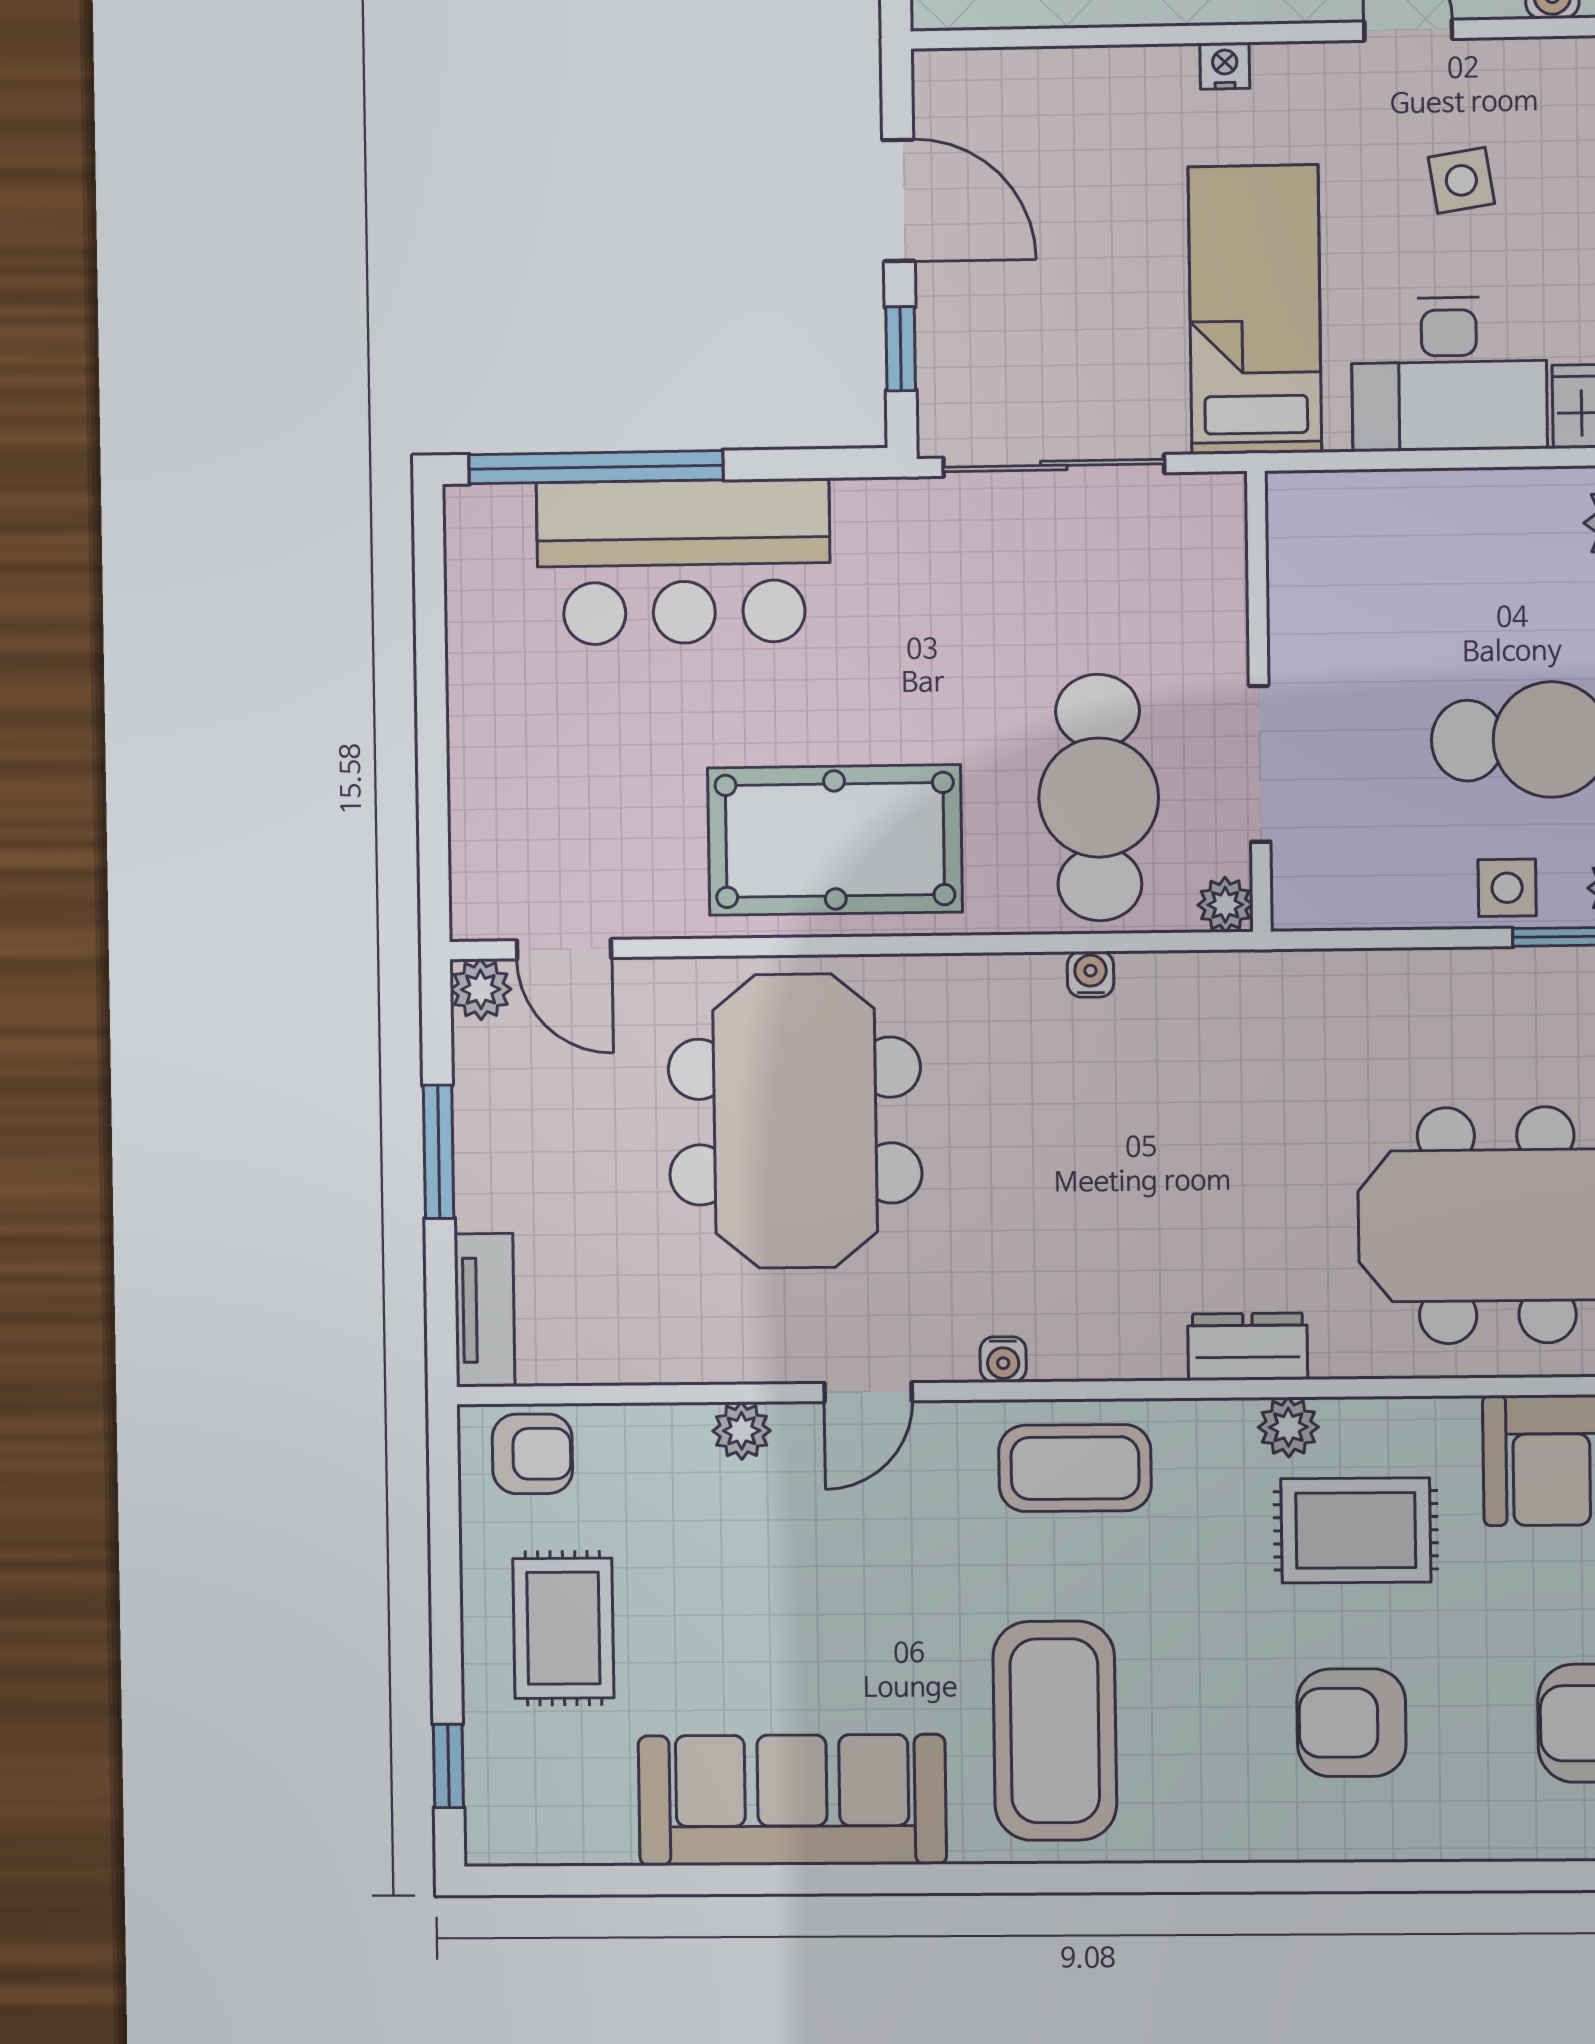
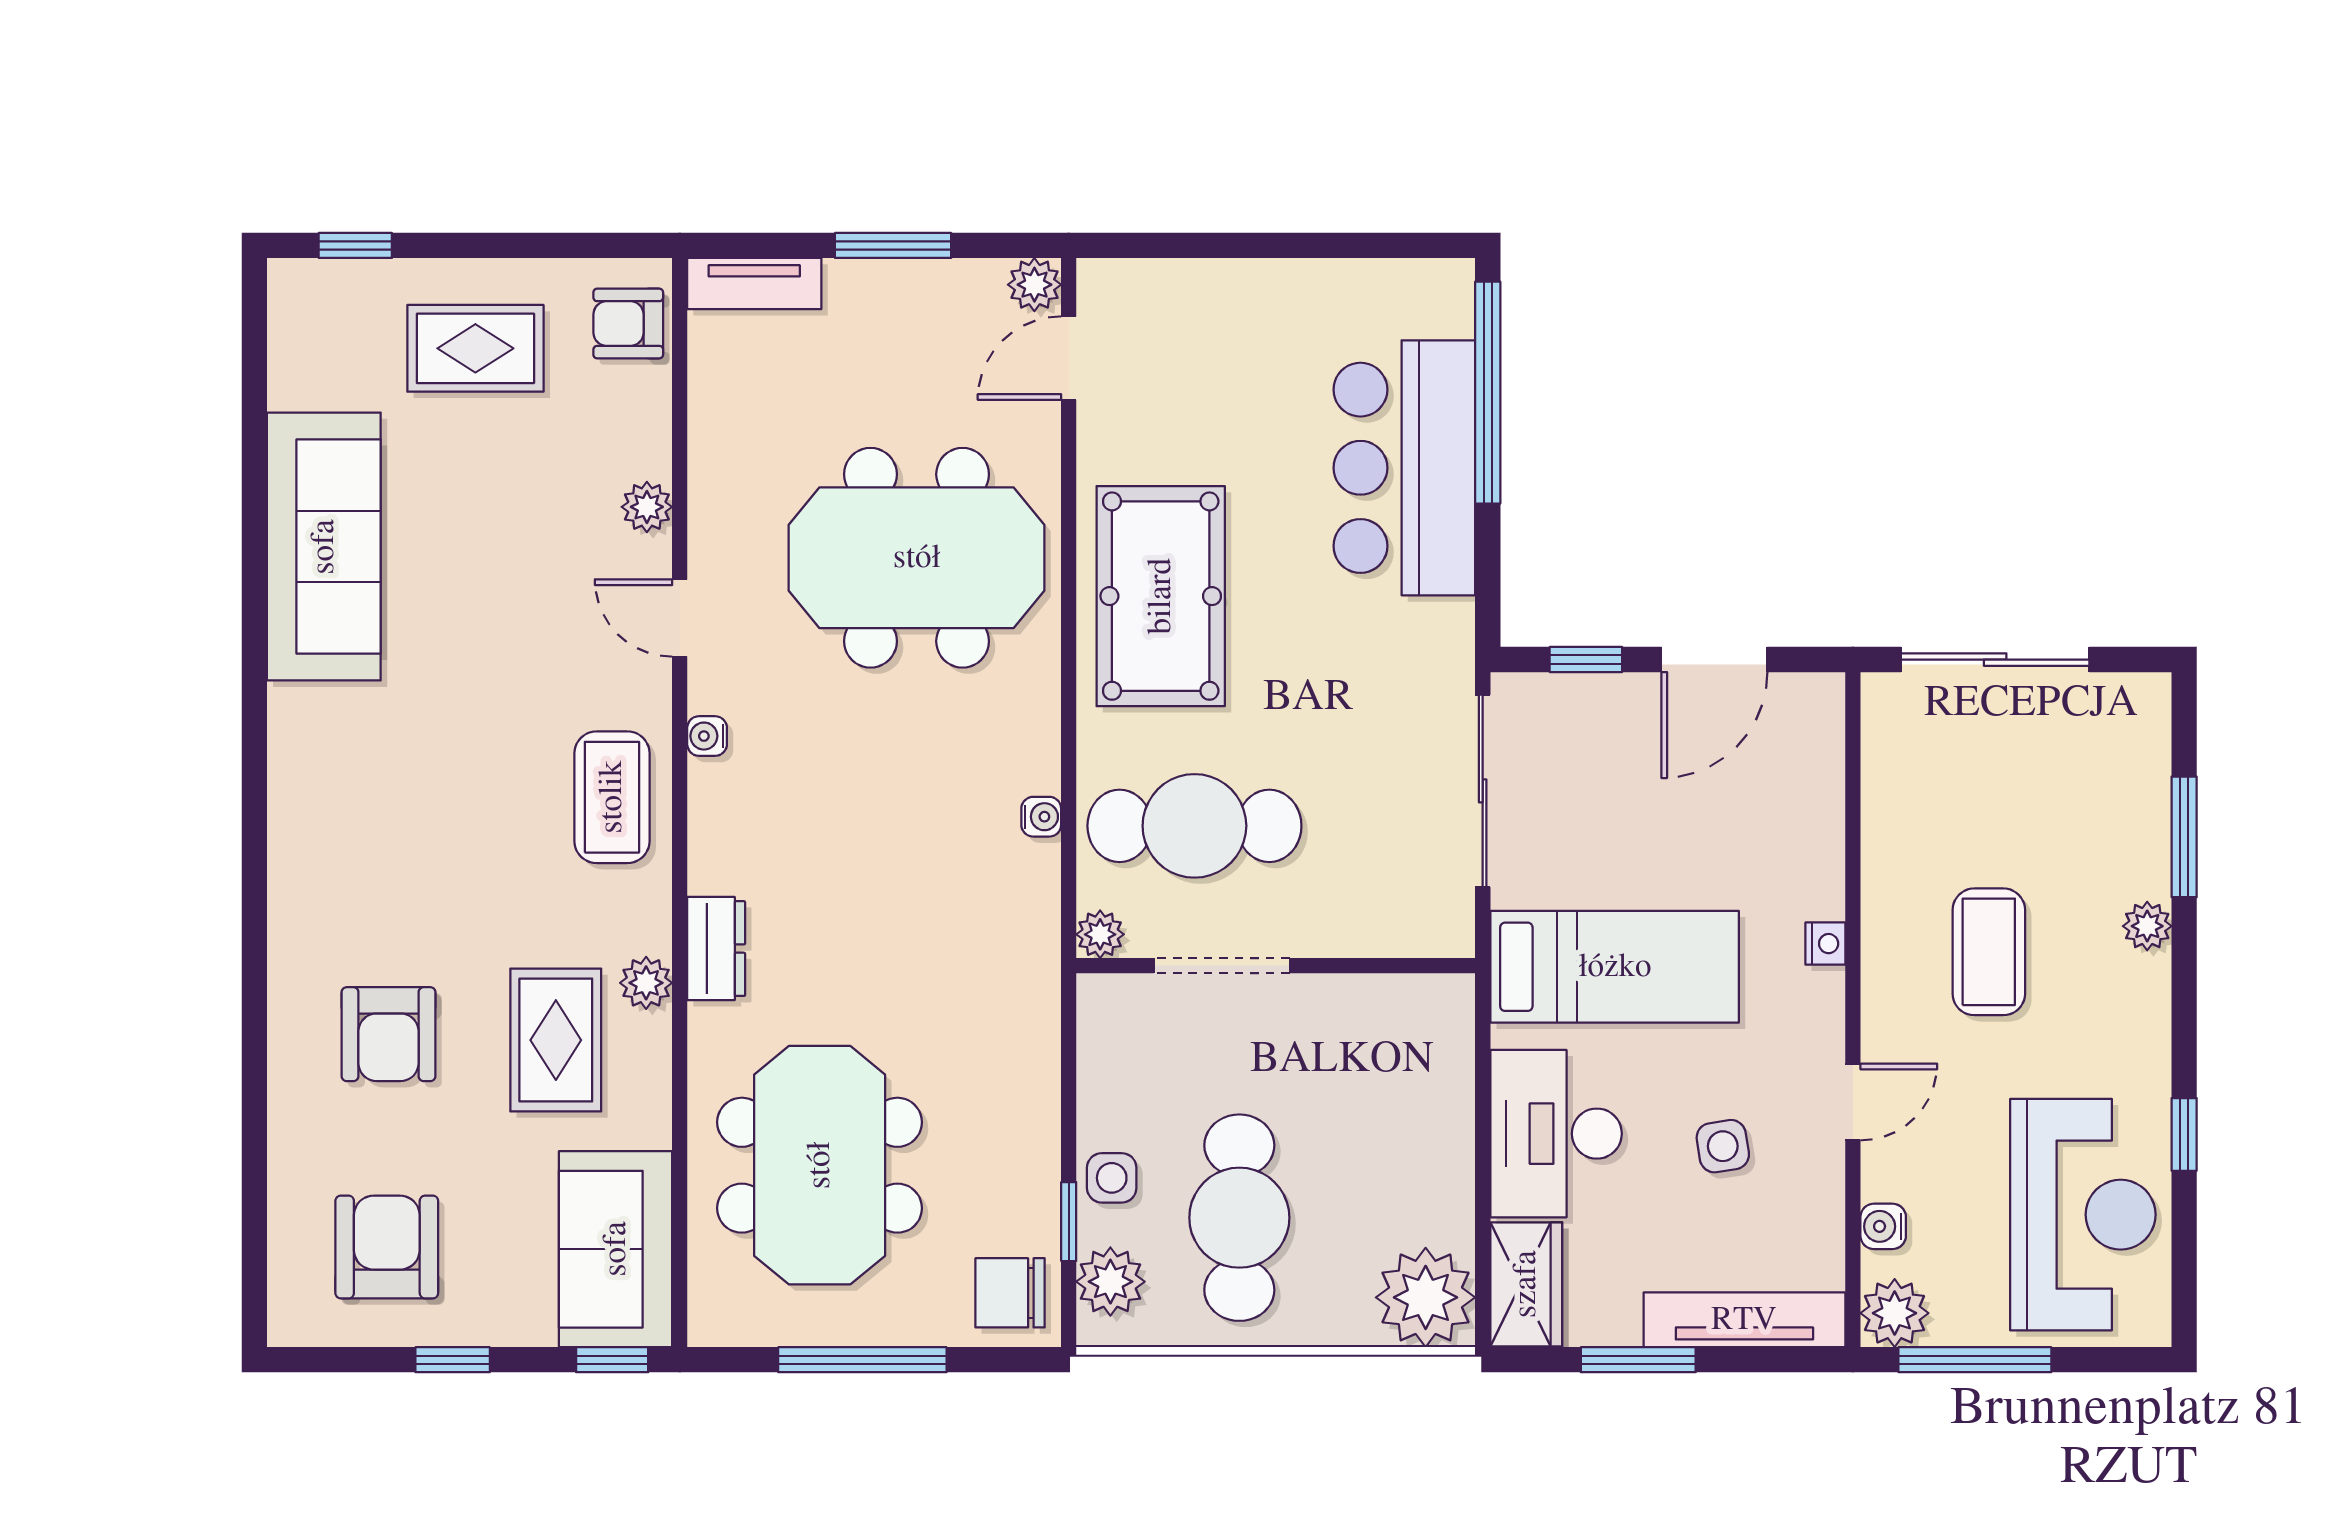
armchair: (532, 1454) -> (628, 324), turned 90
armchair: (1351, 1723) -> (389, 1034), turned 180
coffee table: (1055, 1731) -> (383, 776), removed

